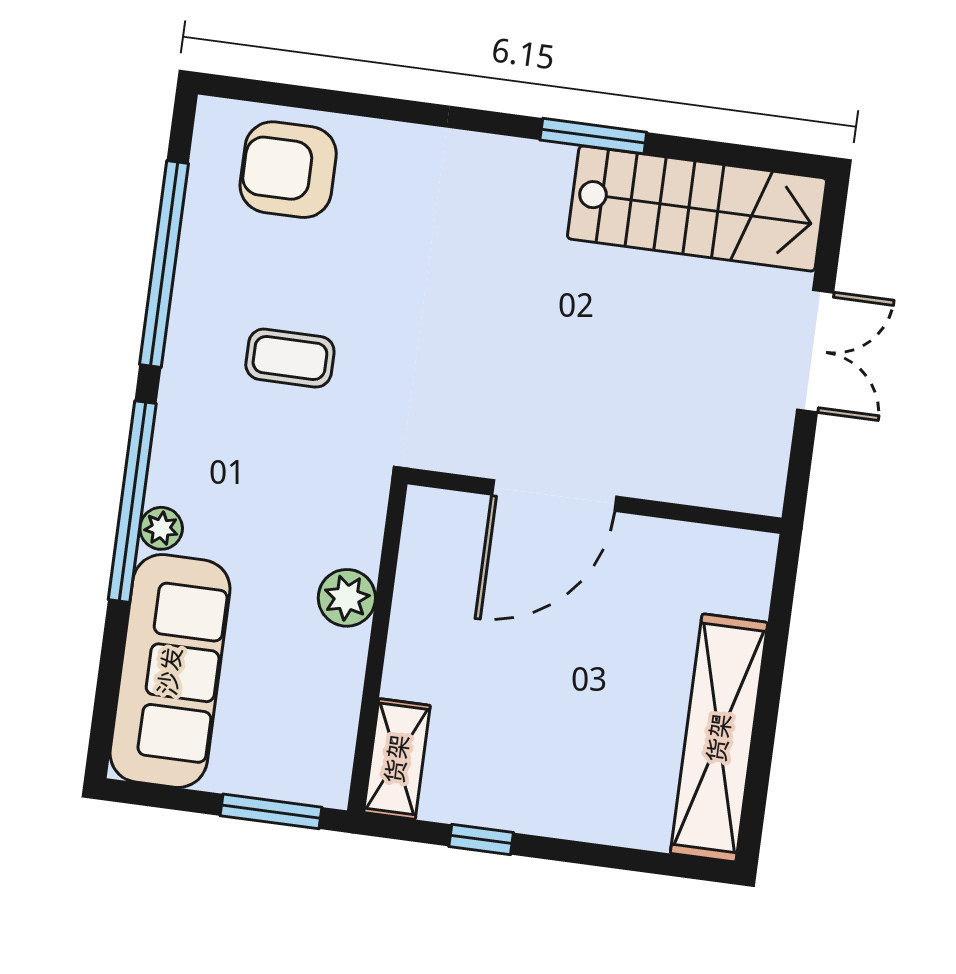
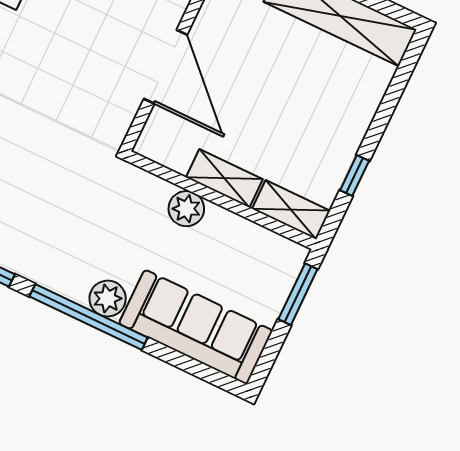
coffee table: (290, 358) -> (34, 197), removed
plant: (161, 528) -> (108, 299), width x1.38, depth x1.38
shelving: (412, 641) -> (224, 178), added

